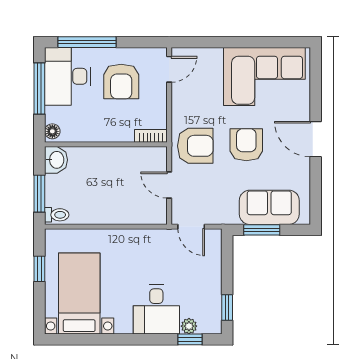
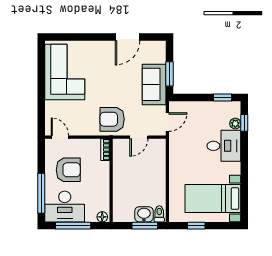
door: (316, 139) -> (128, 37), moved
armchair: (246, 145) -> (111, 84), removed
armchair: (195, 146) -> (112, 119), turned -90
washbasin: (56, 160) -> (144, 214), moved
sofa: (269, 207) -> (154, 84), moved

